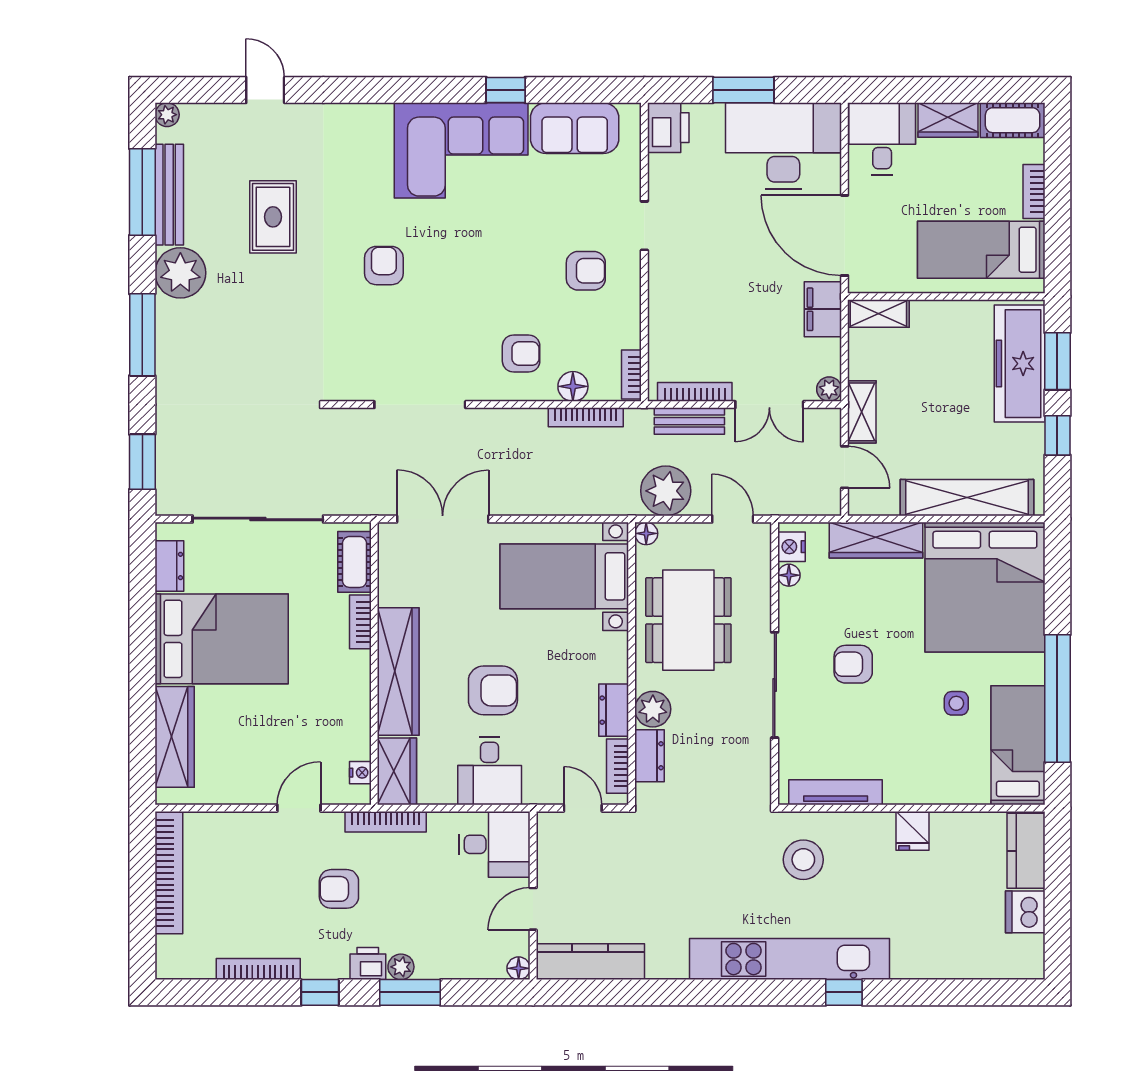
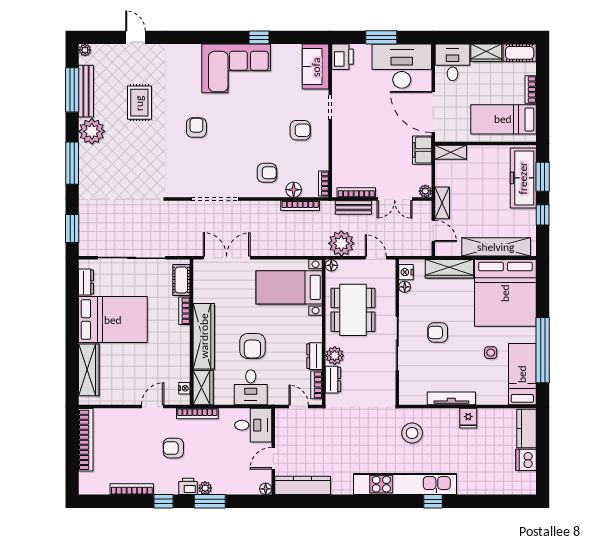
sofa: (575, 128) -> (316, 67), moved, turned 90
armchair: (493, 690) -> (252, 346), turned 90
tv unit: (836, 792) -> (451, 398), moved

